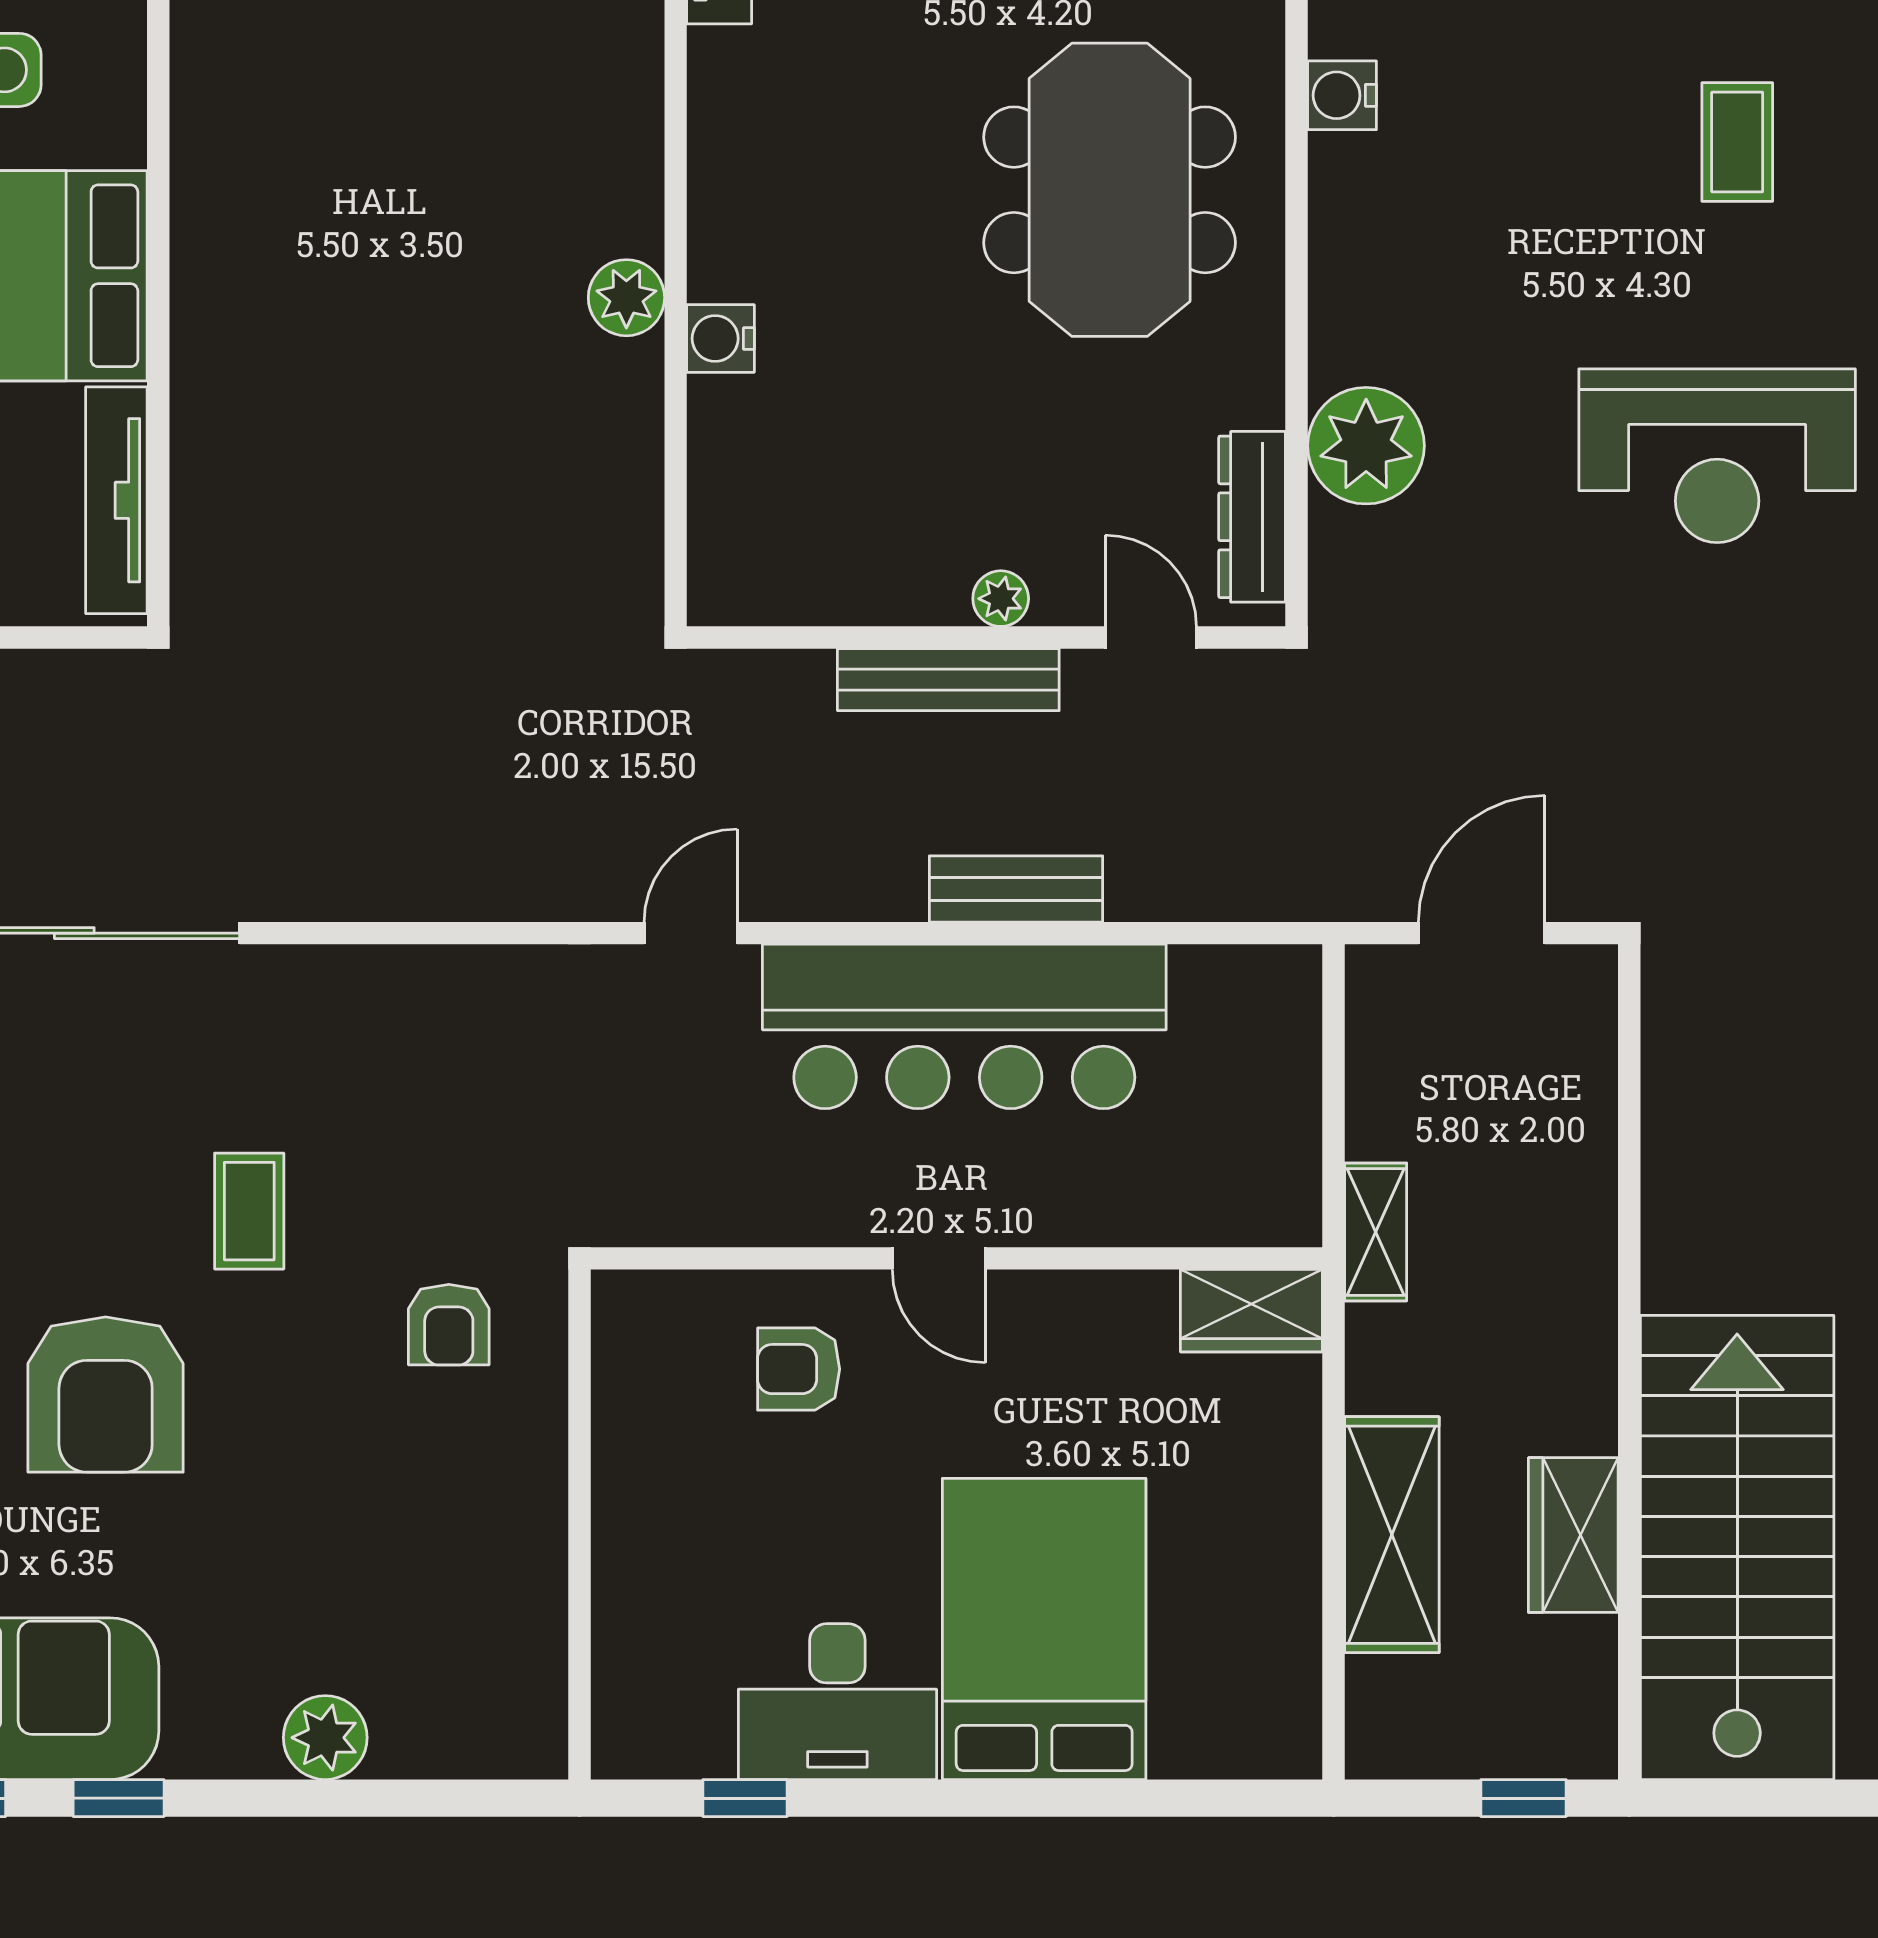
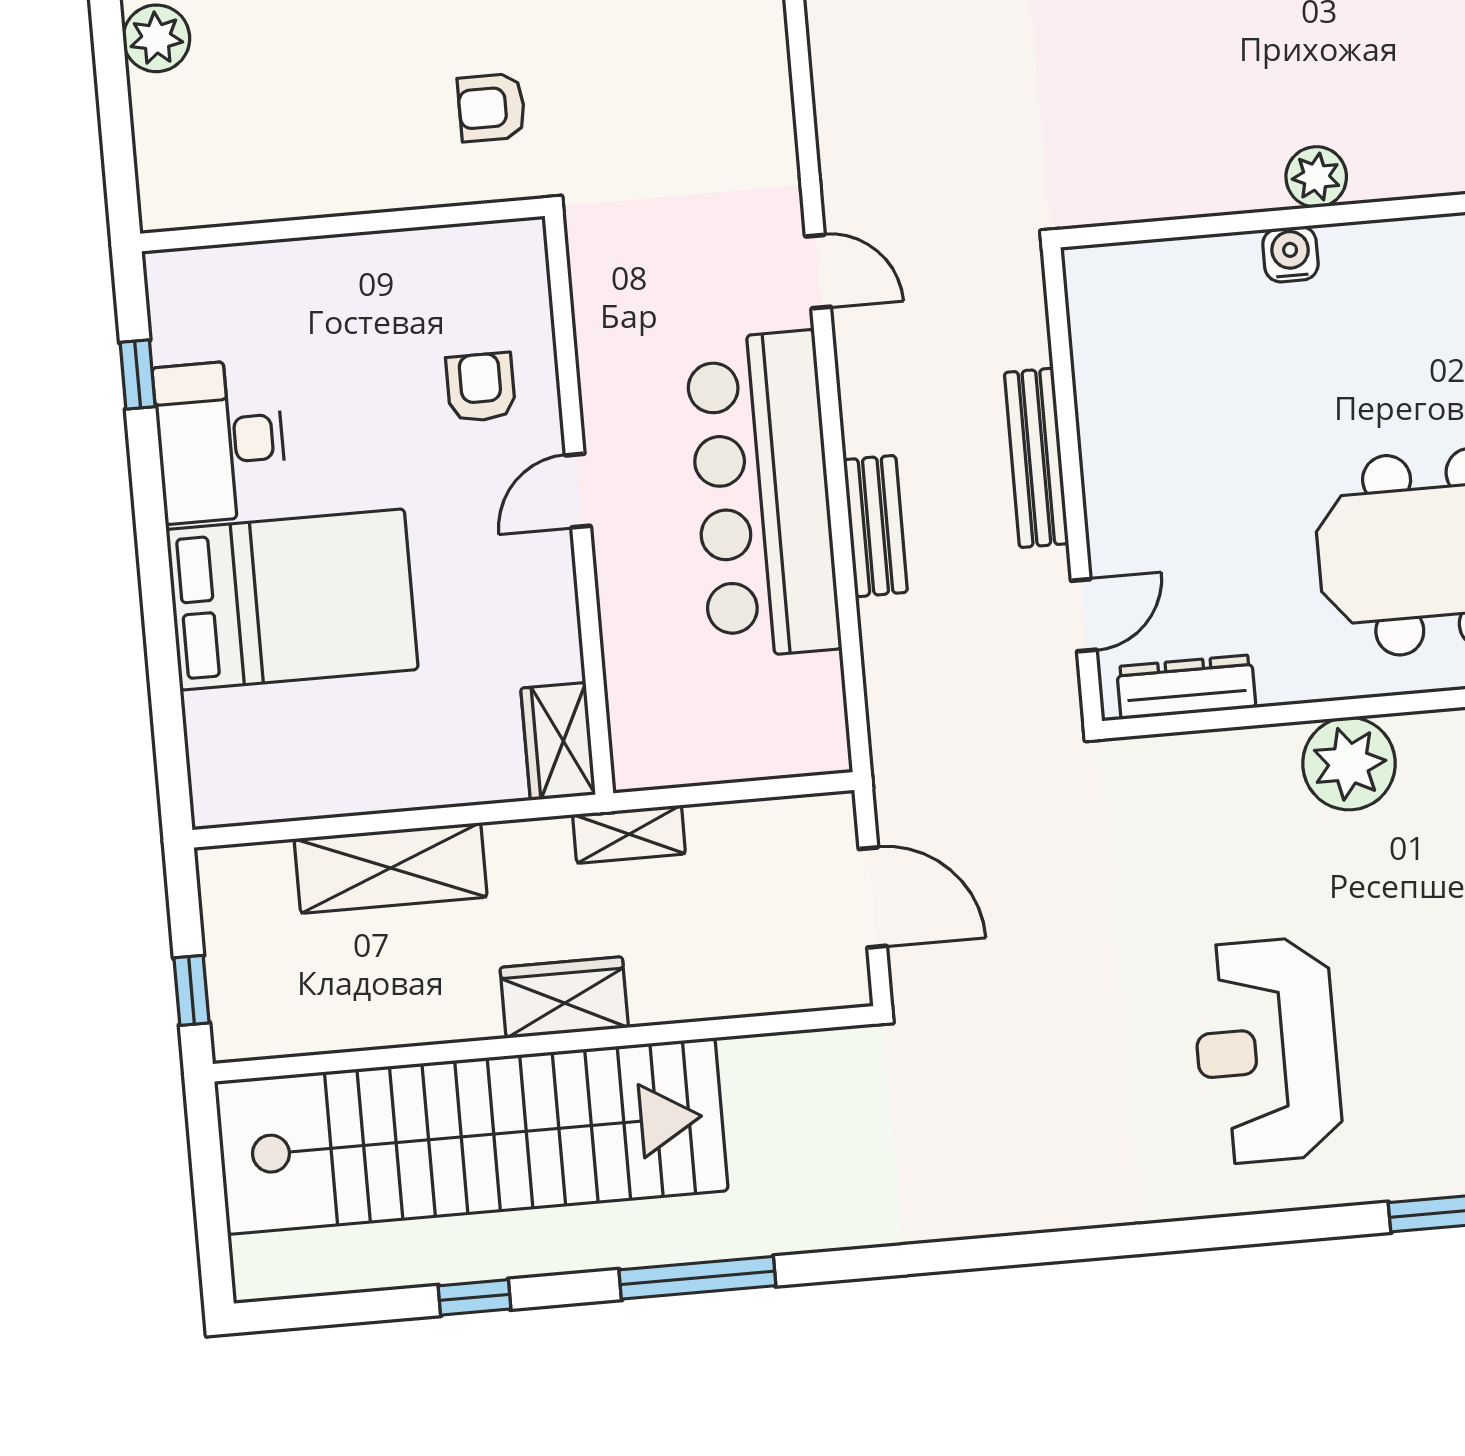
plant: (1366, 446) -> (1349, 764), moved
plant: (1001, 599) -> (1104, 494), removed
wardrobe: (1573, 1535) -> (564, 997), moved
stairs: (1737, 1547) -> (471, 1136), width x1.36

